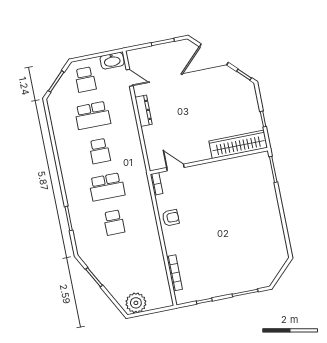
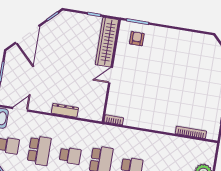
dresser: (144, 111) -> (65, 110), moved
door: (175, 168) -> (110, 75), moved
armchair: (171, 218) -> (137, 39), moved

